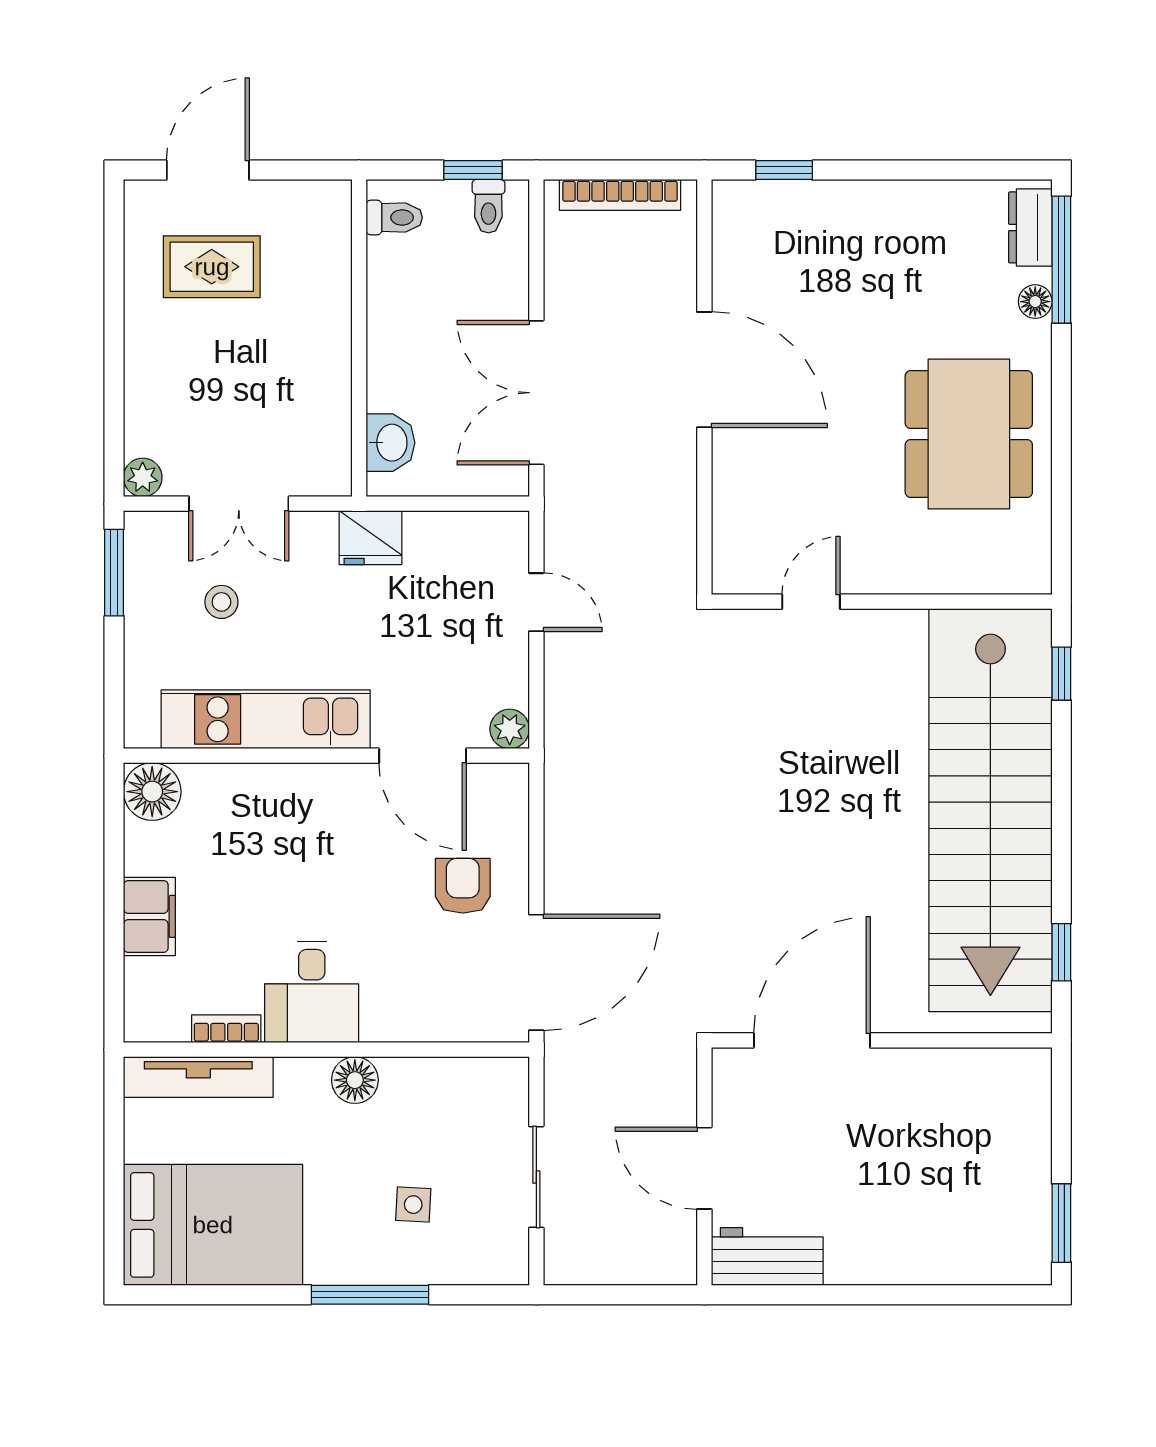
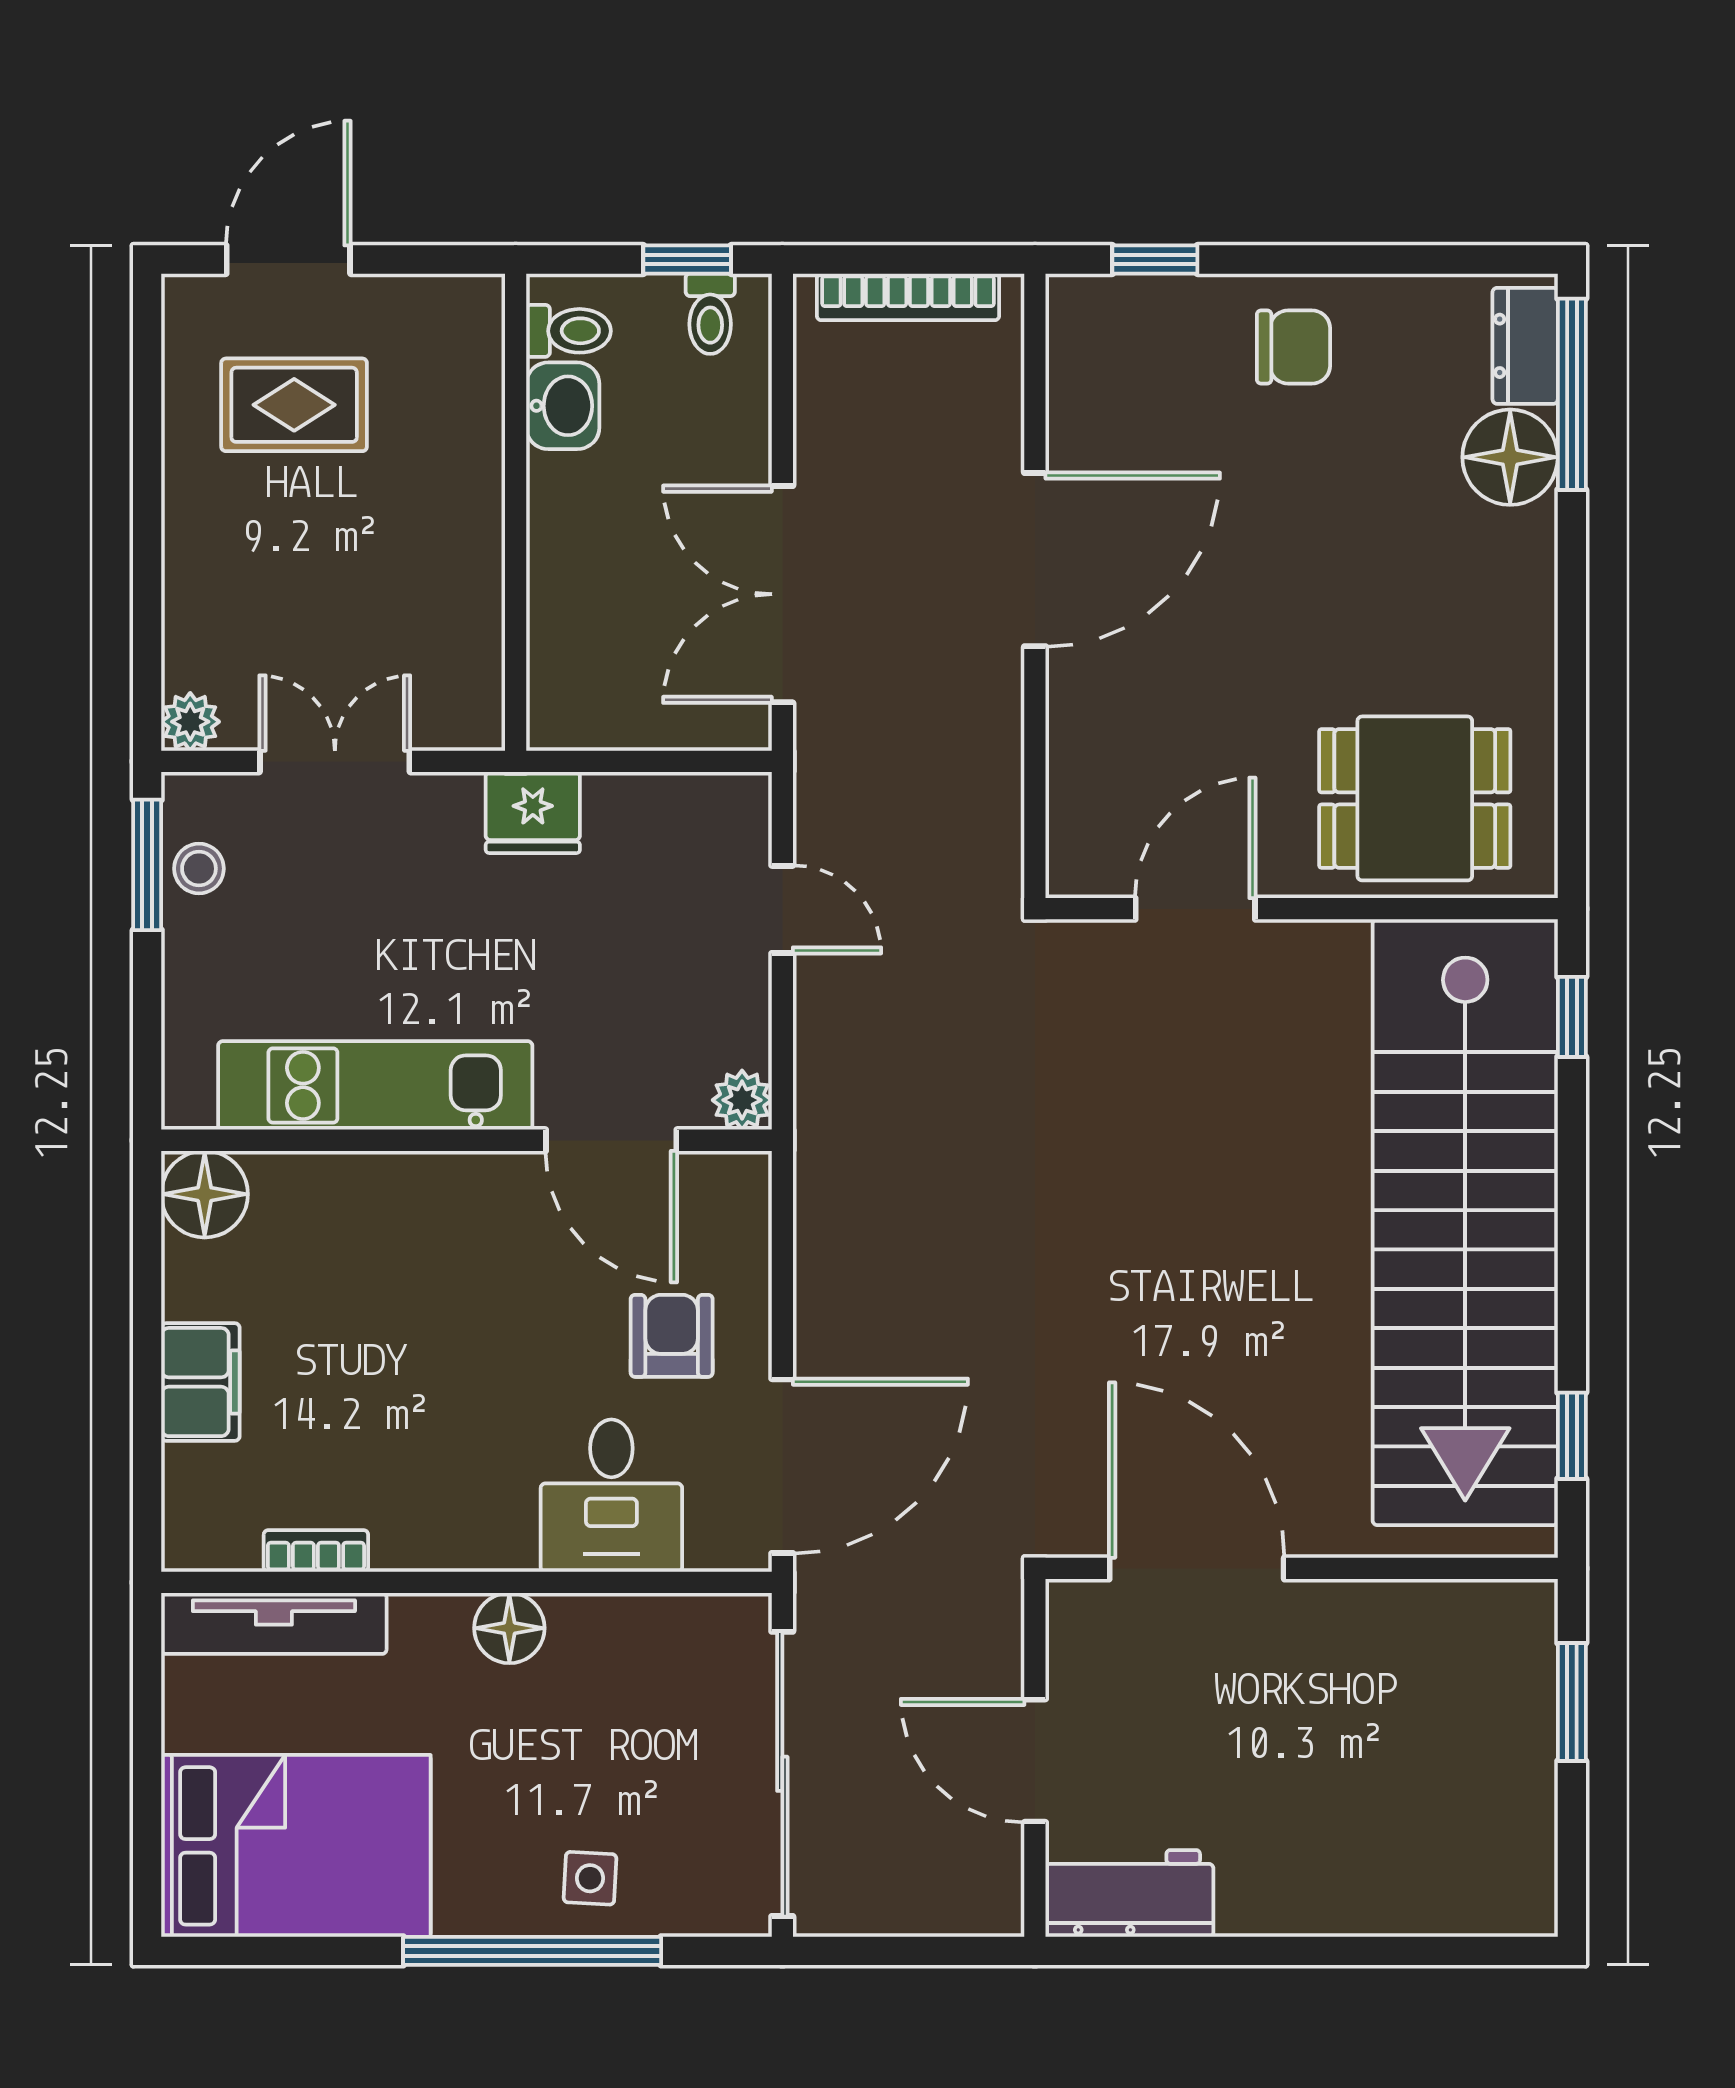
chair: (876, 228) -> (1293, 347), added
floor lamp: (1035, 302) -> (1510, 457), width x1.89, depth x1.89
door: (704, 370) -> (1035, 560), hinge flipped
dining table: (969, 434) -> (1415, 798), moved, width x0.73
washbasin: (390, 443) -> (563, 406), moved
double door: (239, 504) -> (335, 761), swing flipped
stool: (221, 602) -> (199, 869), moved
door: (811, 602) -> (1195, 909), width x1.38
desk: (312, 992) -> (611, 1496), moved
door: (812, 1040) -> (1197, 1568), hinge flipped
sliding door: (536, 1177) -> (782, 1774), width x1.86
side table: (413, 1205) -> (590, 1878), moved
window: (1061, 1223) -> (1572, 1702), moved
window: (370, 1295) -> (532, 1951), width x1.46

